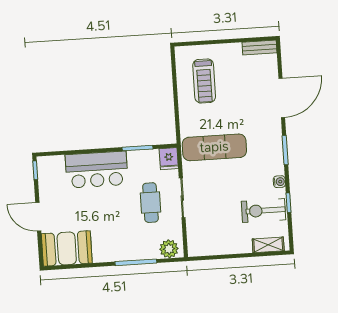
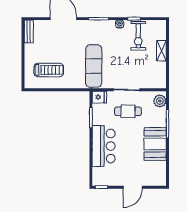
shelving: (268, 245) -> (161, 51), moved
booth: (67, 248) -> (155, 144), moved

